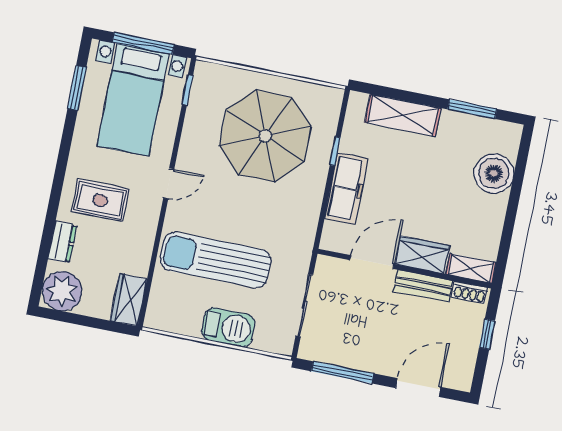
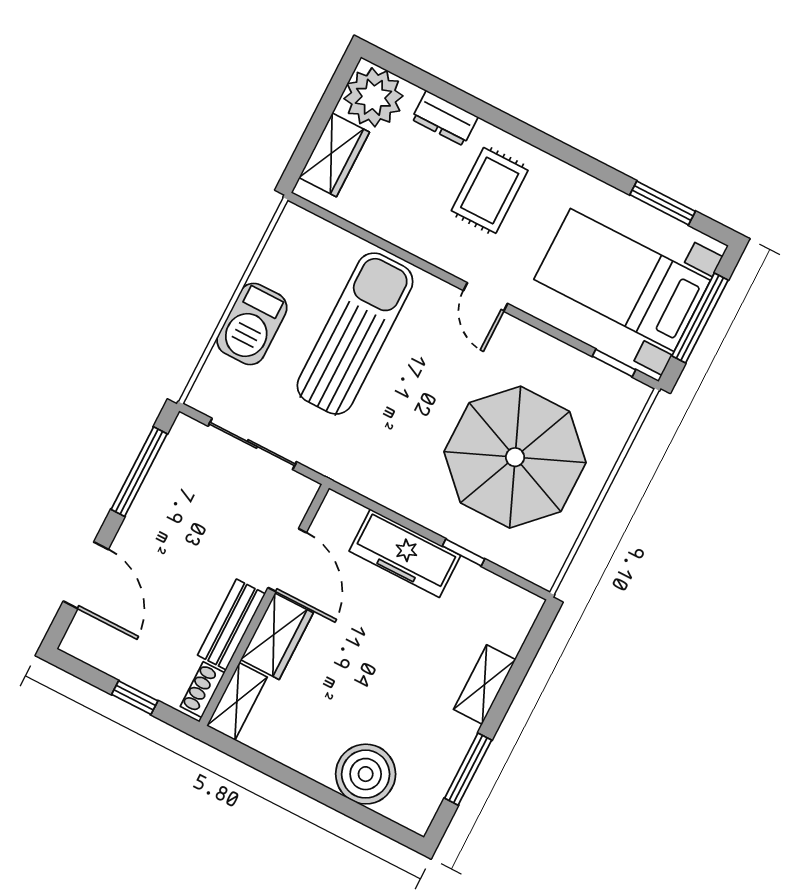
shelving: (403, 115) -> (485, 685), width x0.67, depth x0.75
wardrobe: (129, 300) -> (334, 155), moved, turned 90

